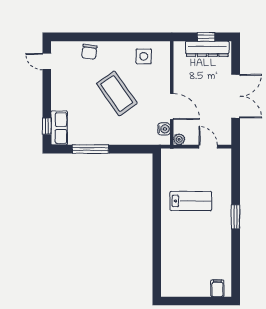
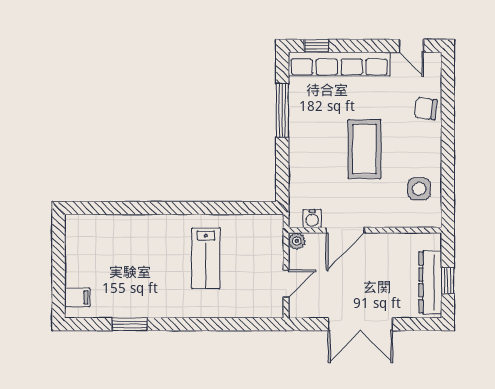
door: (47, 62) -> (411, 46), swing flipped
coffee table: (117, 93) -> (364, 149), turned -55
row of seats: (59, 128) -> (339, 64), width x2.02
window: (236, 217) -> (130, 324), moved

